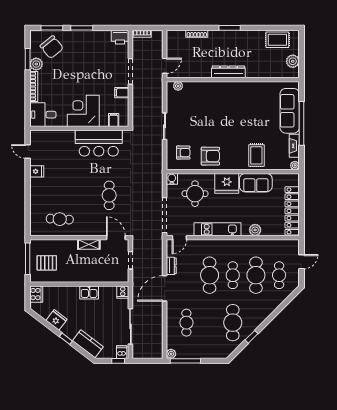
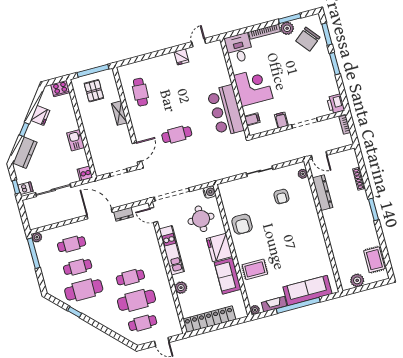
dresser: (228, 72) -> (323, 193), moved
armchair: (183, 153) -> (281, 197), moved
shelving: (89, 244) -> (119, 113), moved
cafe table: (210, 275) -> (78, 267), moved, width x0.73, depth x0.74

